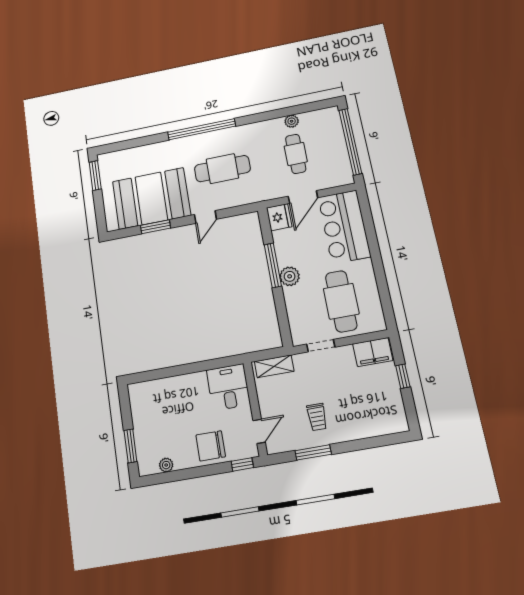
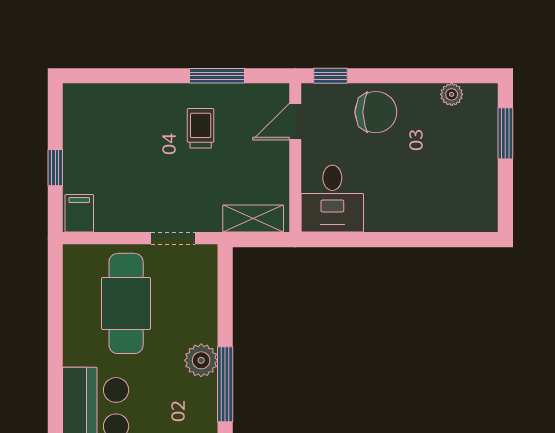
filing cabinet: (373, 352) -> (79, 213), width x0.50

